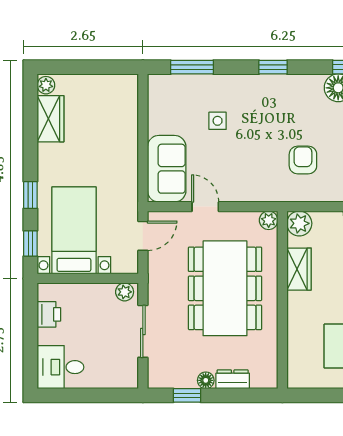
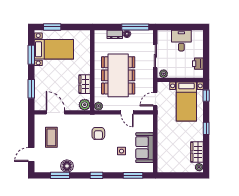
armchair: (303, 160) -> (98, 133), moved
sofa: (167, 169) -> (145, 148), moved
window: (30, 195) -> (206, 128), moved
desk: (60, 367) -> (181, 41), moved, turned -90
window: (187, 395) -> (135, 27), width x2.17

